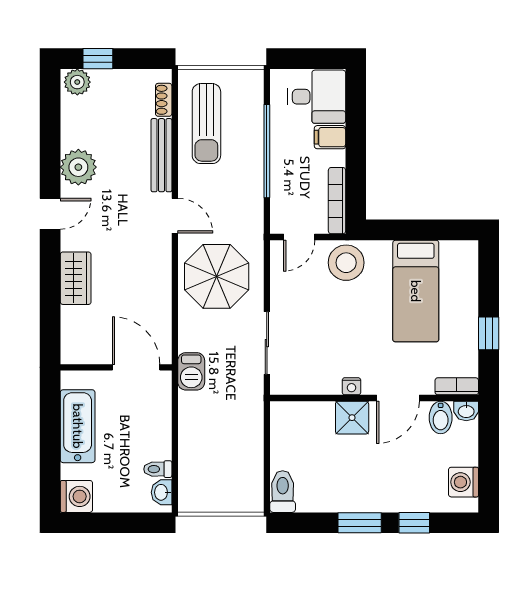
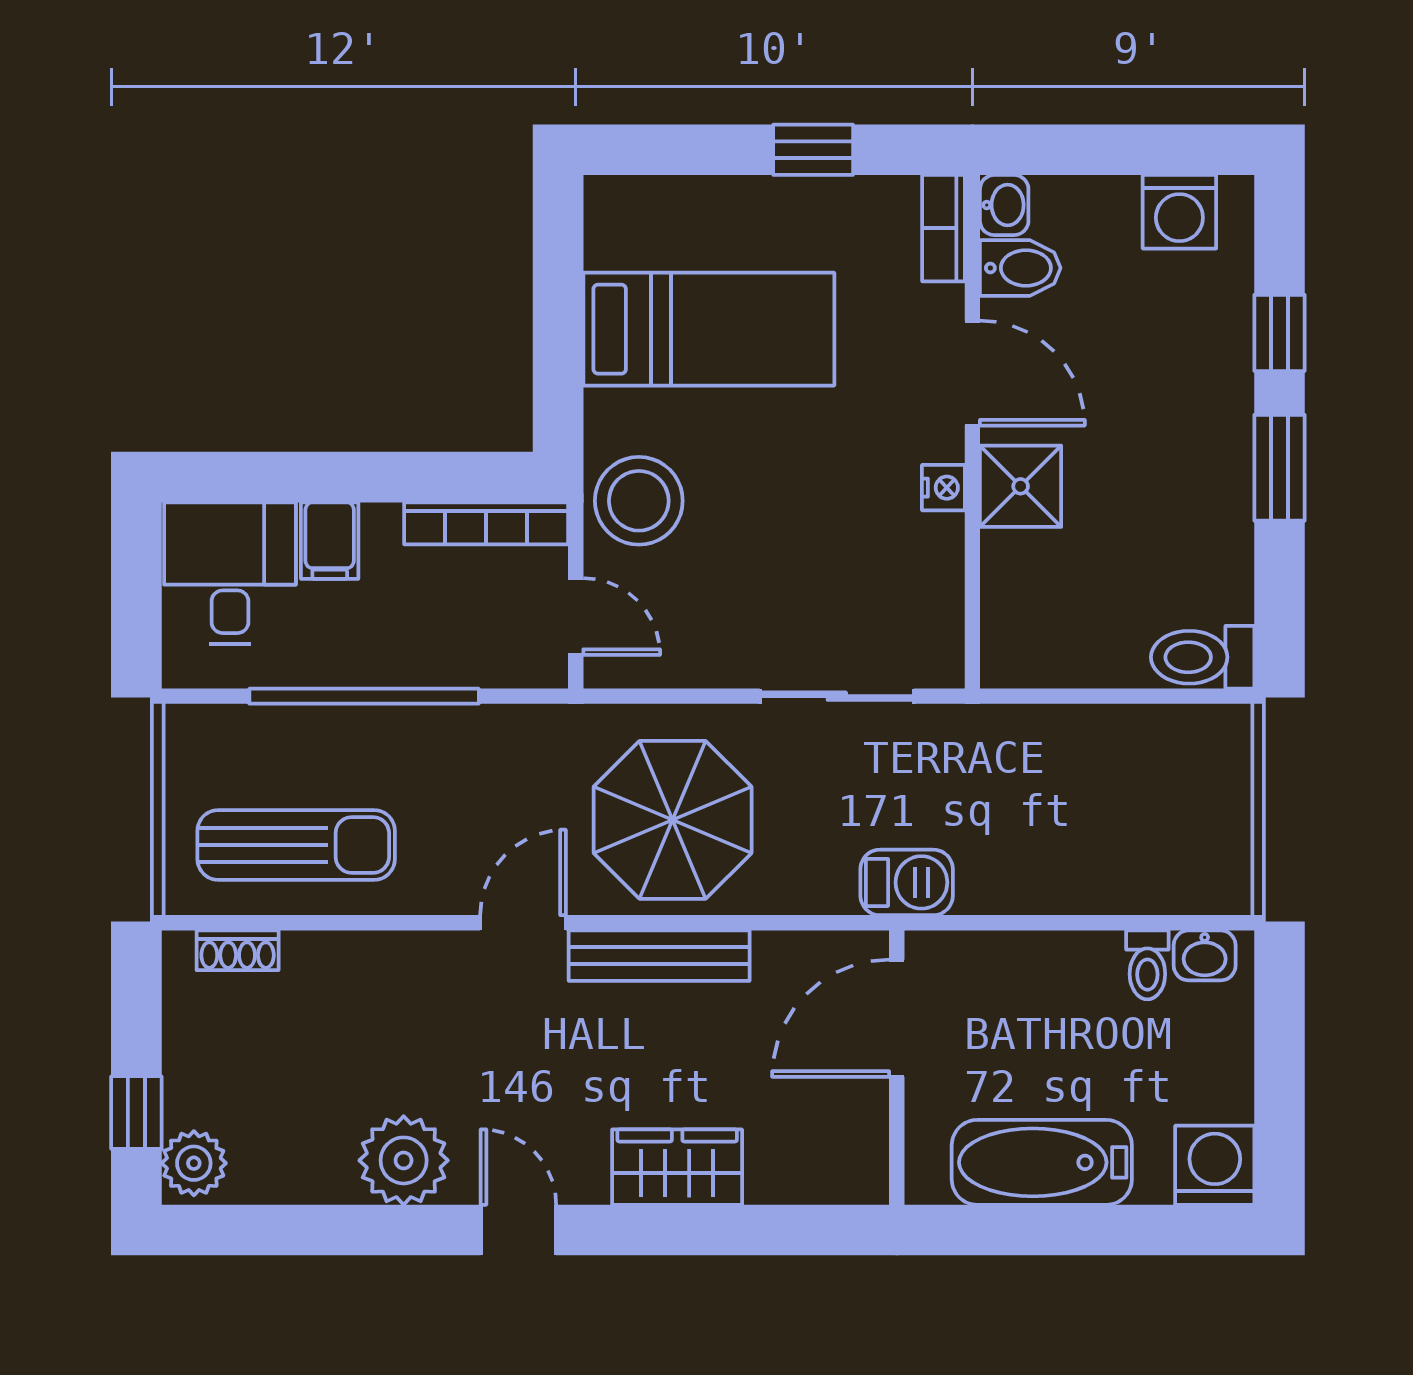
bench: (161, 155) -> (659, 956), moved

